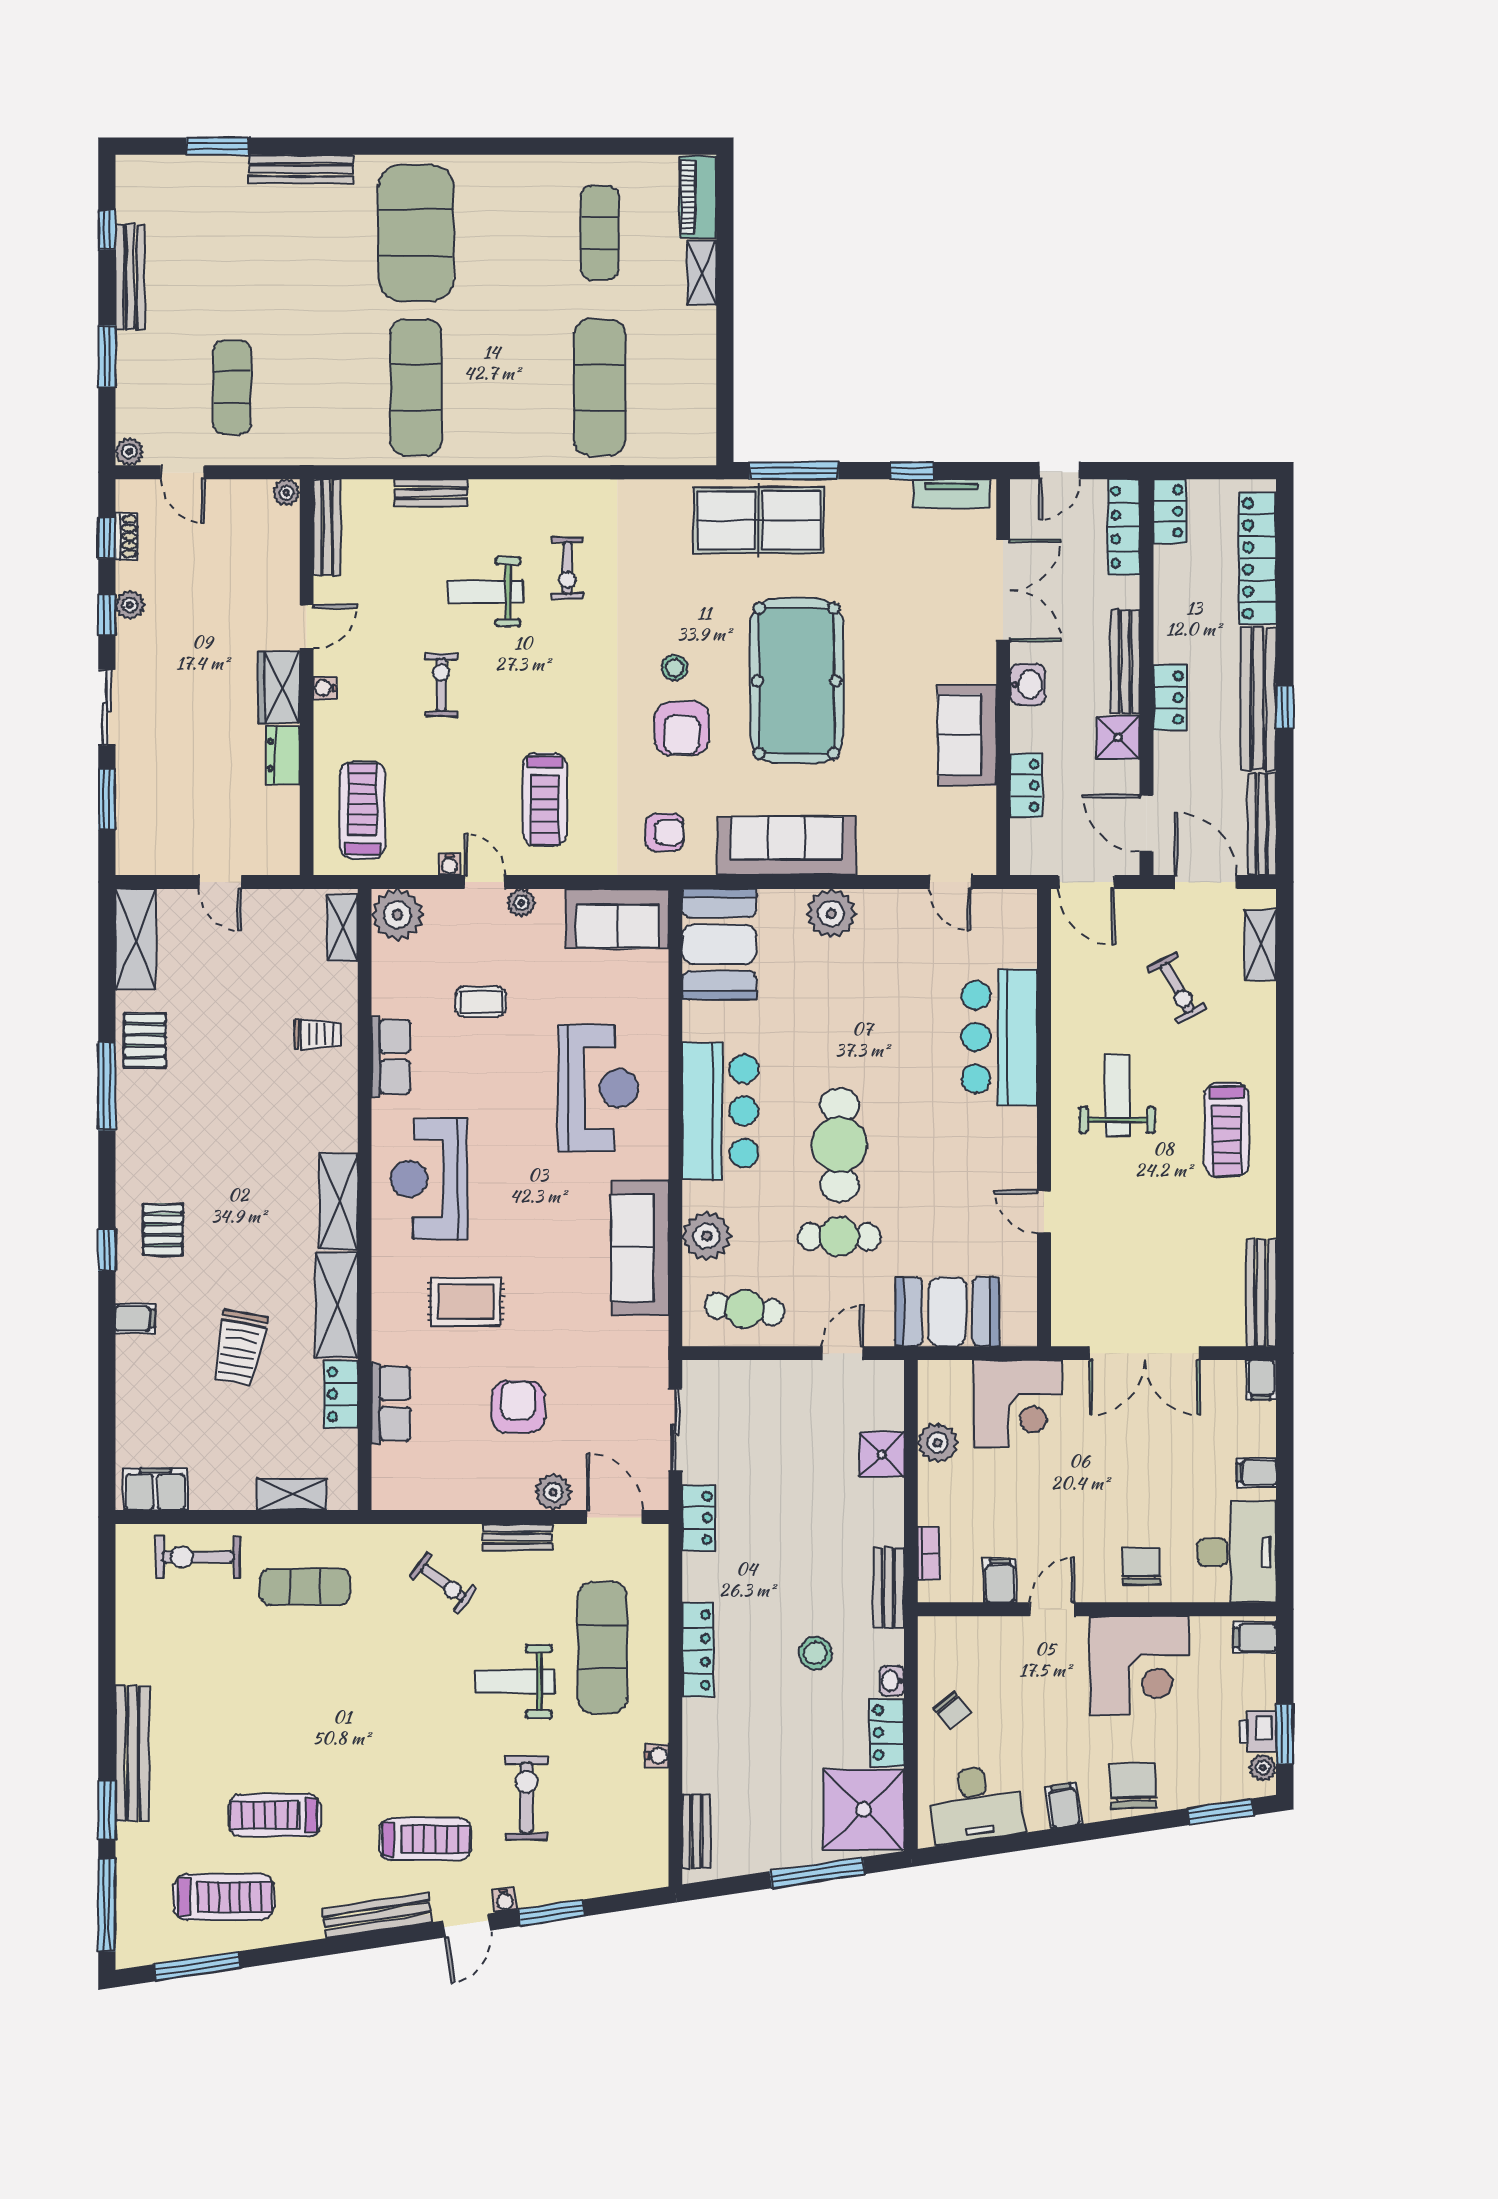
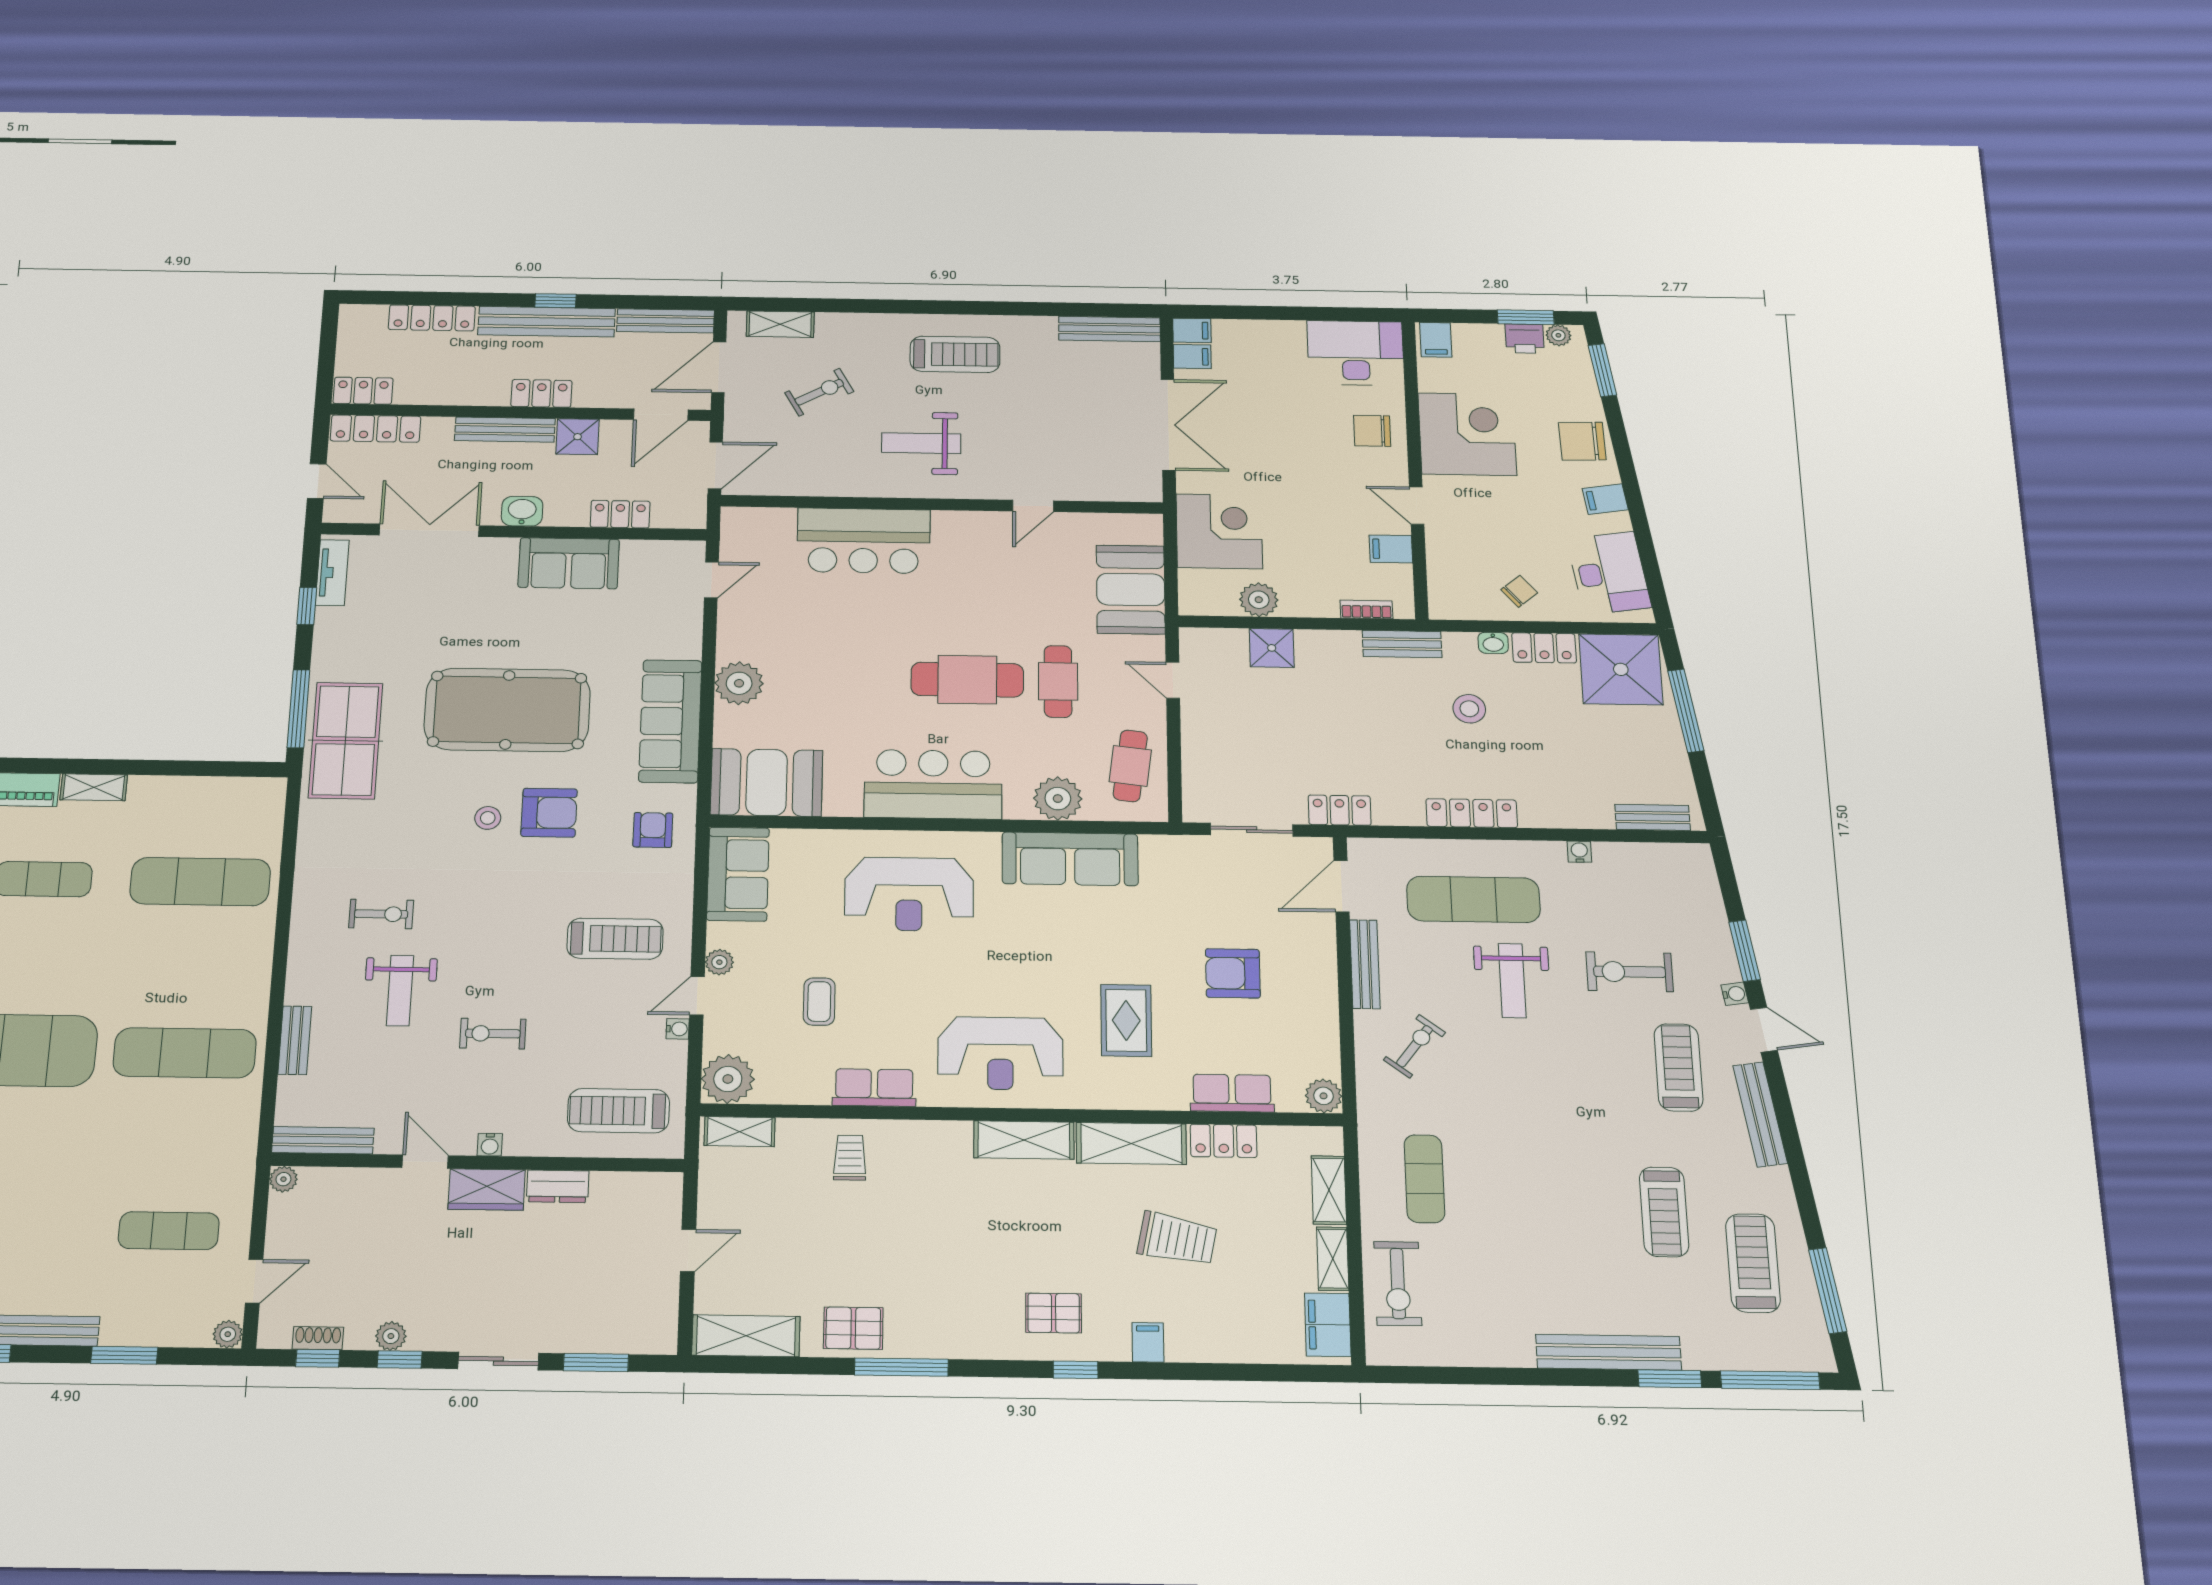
locker: (1257, 558) -> (432, 318), width x0.71, depth x0.83
reception desk: (598, 1088) -> (909, 894), turned 180
filing cabinet: (1257, 1473) -> (1192, 357), moved, turned -90
plant: (553, 1492) -> (1324, 1096), moved
shelving: (222, 1496) -> (1333, 1259), added
bench: (517, 1537) -> (1365, 964), width x1.36

